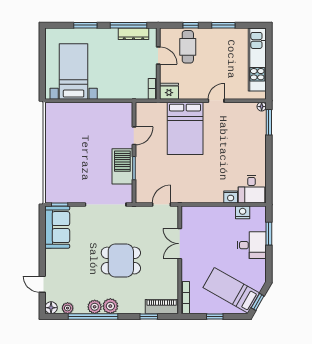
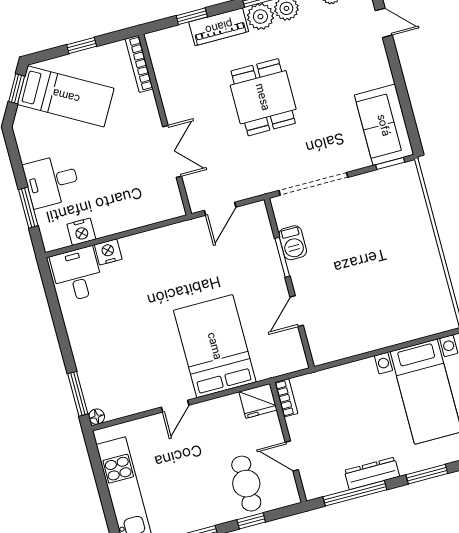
dresser: (134, 34) -> (372, 473), moved
barbecue: (122, 166) -> (293, 243), width x0.53, depth x0.65
dining table: (121, 261) -> (263, 97), turned 90
piano: (162, 307) -> (219, 27), moved

